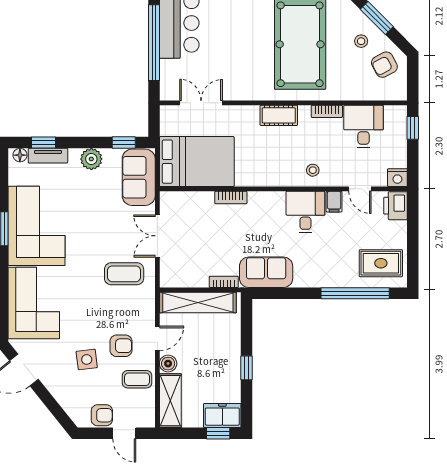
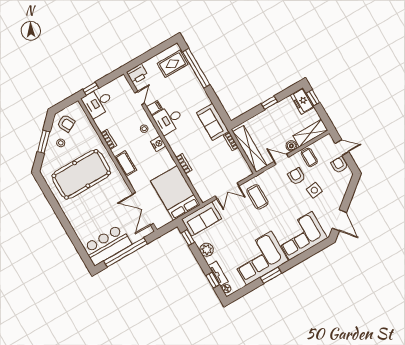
double door: (201, 103) -> (143, 209), width x1.37
desk: (364, 127) -> (98, 103), moved
nightstand: (397, 178) -> (158, 144), moved
rug: (381, 263) -> (172, 64), turned 90
door: (124, 433) -> (342, 148), hinge flipped

